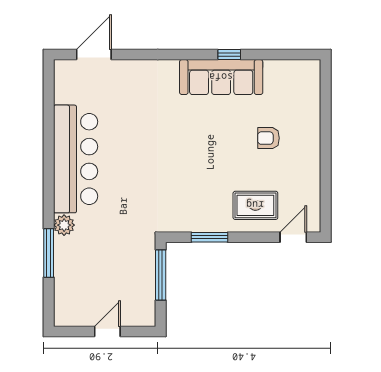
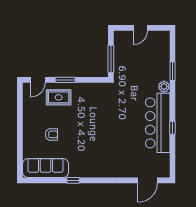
sofa: (221, 77) -> (45, 168), moved
window: (49, 150) -> (172, 128), added
window: (209, 237) -> (65, 80), moved
window: (49, 253) -> (172, 71), width x0.69

